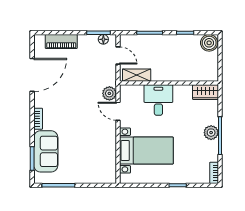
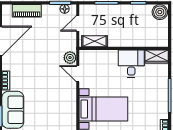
door: (118, 55) -> (78, 23), swing flipped
desk: (158, 100) -> (131, 64), moved
plant: (211, 133) -> (162, 93), removed

